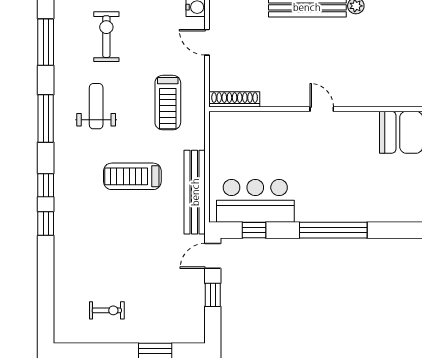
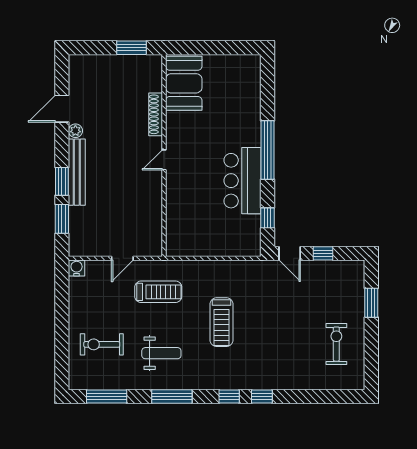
door: (207, 42) -> (122, 258), moved
shoe rack: (235, 99) -> (156, 114), moved
weight bench: (96, 106) -> (161, 353), turned 180
bench: (195, 192) -> (235, 269), removed
bar counter: (255, 201) -> (243, 181), moved
exercise bike: (107, 310) -> (336, 344), width x1.38, depth x1.39

